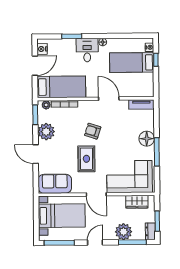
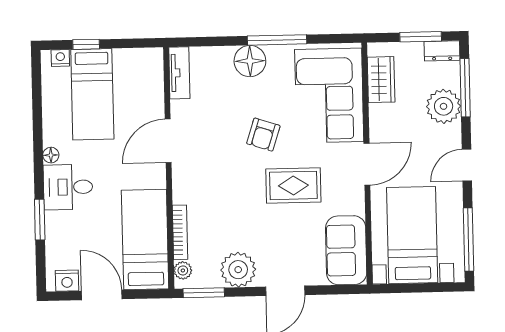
armchair: (93, 131) -> (263, 135), moved
door: (95, 243) -> (467, 165), hinge flipped

